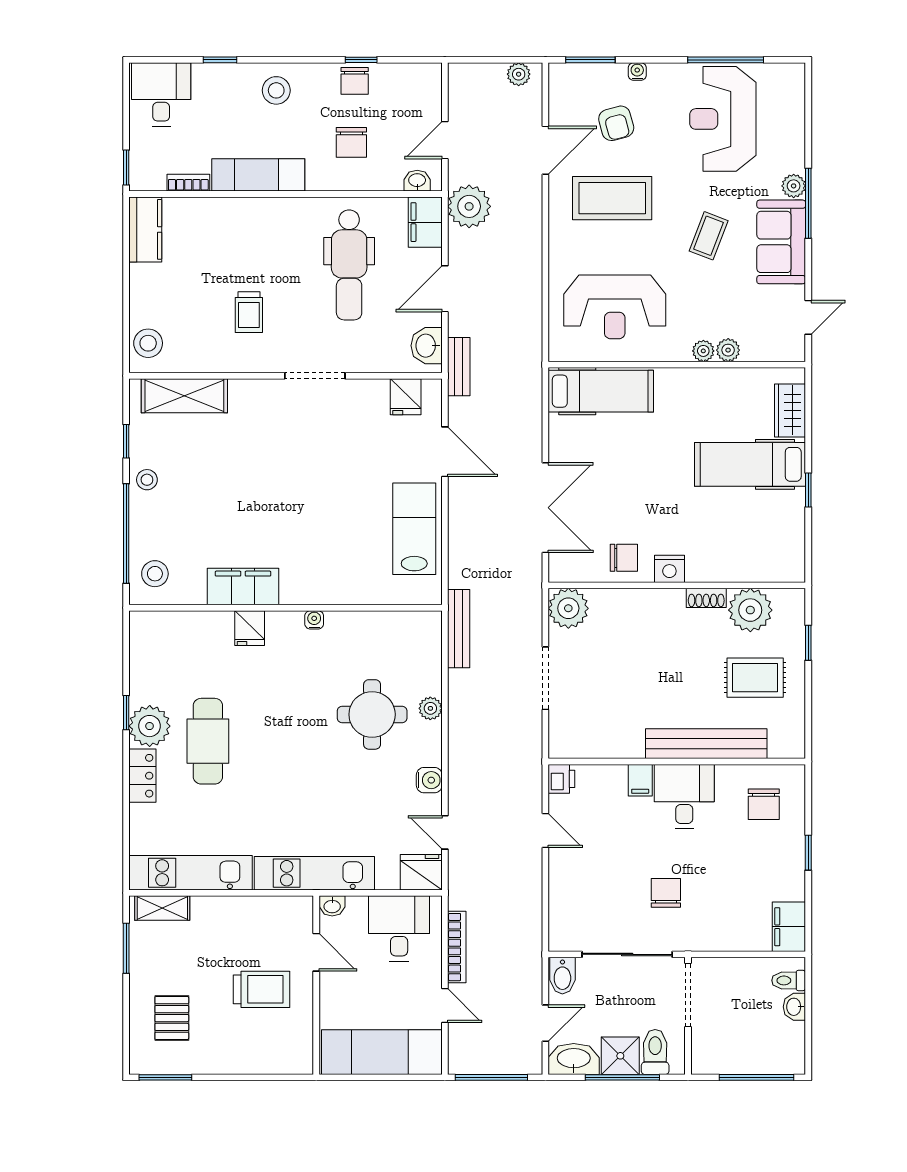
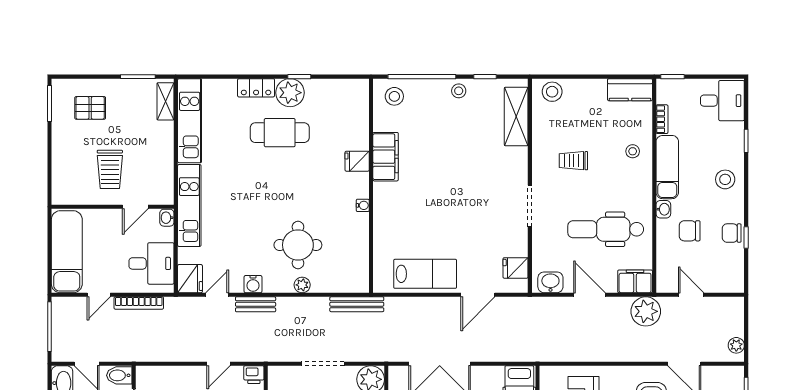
washbasin: (417, 181) -> (663, 209), moved
stool: (235, 226) -> (633, 151), added
bench: (459, 367) -> (256, 304), moved

